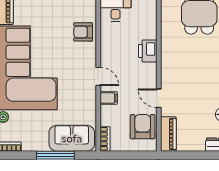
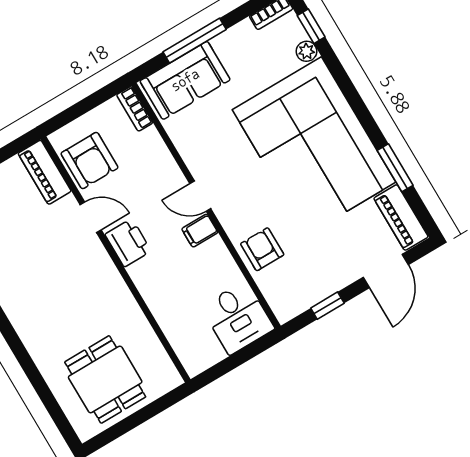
armchair: (83, 32) -> (262, 249), turned -90
printer: (148, 51) -> (128, 243), moved
filing cabinet: (109, 98) -> (200, 231), moved

